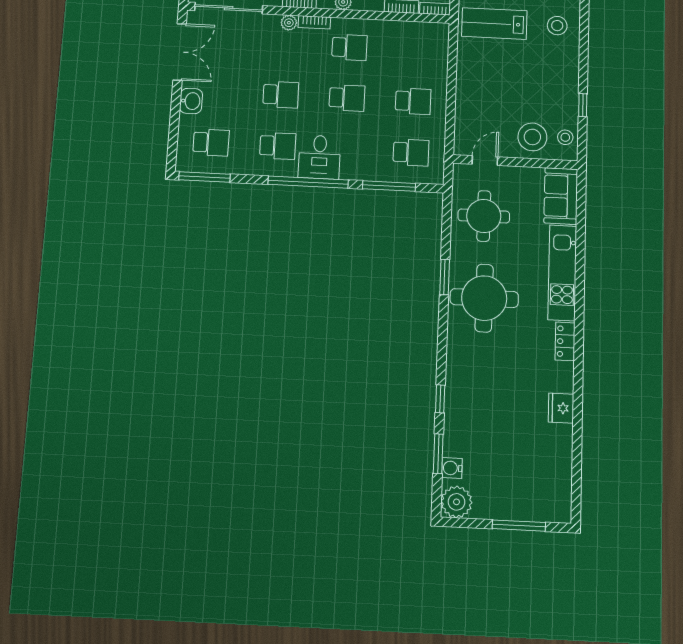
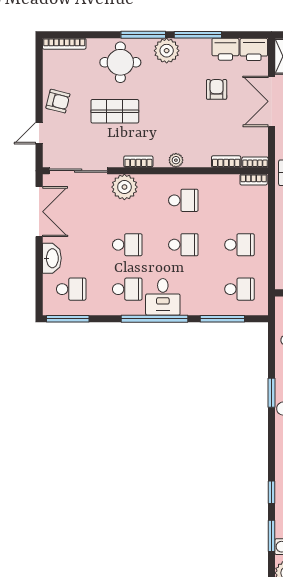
bookcase: (314, 22) -> (254, 180), moved
plant: (289, 23) -> (124, 187), width x1.88, depth x1.88
washbasin: (191, 101) -> (52, 258), width x1.38

